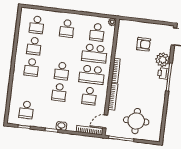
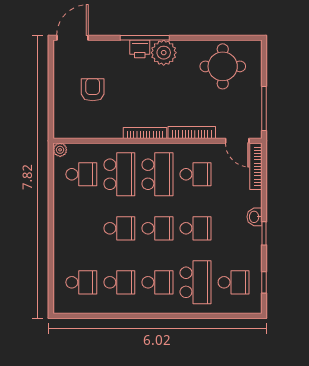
school desk: (67, 28) -> (119, 228), moved
plant: (163, 60) -> (164, 53), moved
school desk: (29, 89) -> (195, 282), added
round table: (136, 121) -> (223, 66), moved

